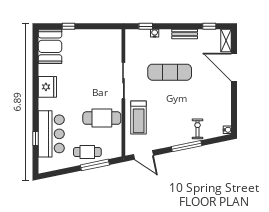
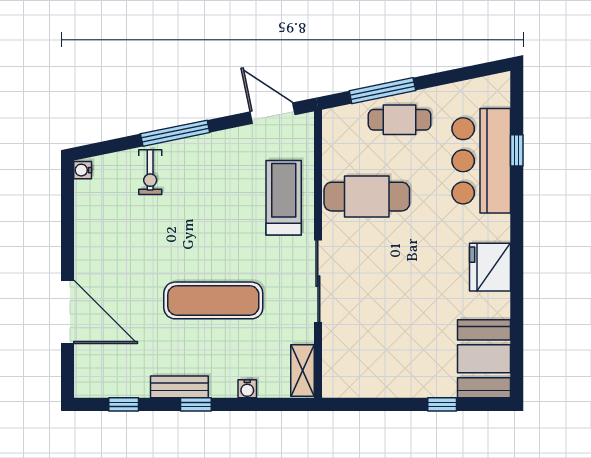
window: (146, 26) -> (196, 404), moved
shelving: (226, 41) -> (302, 370), moved

